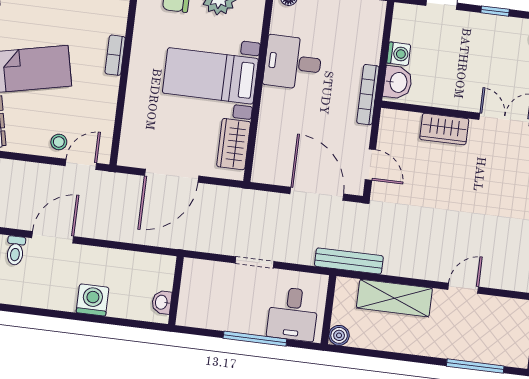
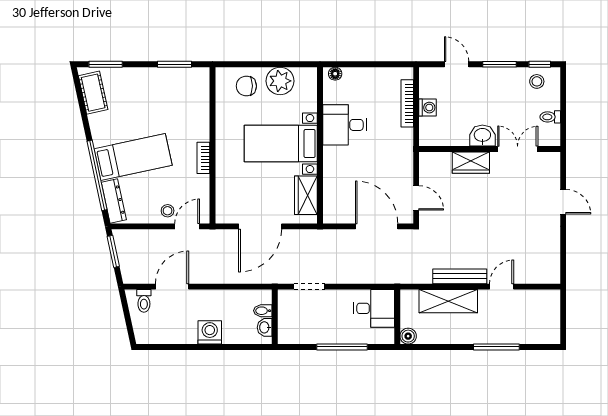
window: (495, 11) -> (500, 64), width x1.50
bookcase: (115, 55) -> (203, 158), moved
washbasin: (398, 82) -> (482, 136), moved, turned -90
bookcase: (368, 95) -> (407, 103), moved
bench: (349, 261) -> (460, 276), moved
doorway: (255, 262) -> (309, 287), moved
bidet: (162, 281) -> (263, 311), added
desk: (293, 314) -> (374, 308), moved, turned -90
window: (475, 366) -> (496, 347), moved

